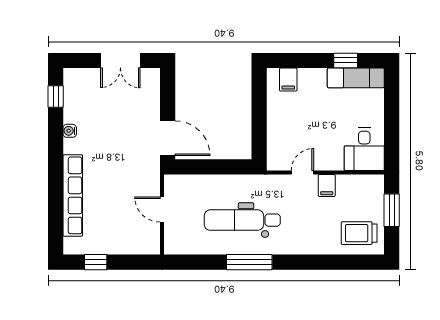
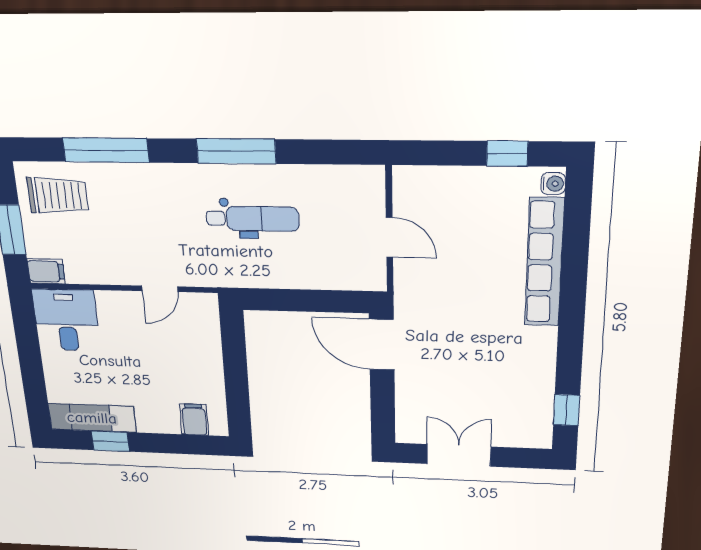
water cooler: (70, 131) -> (553, 184), moved
filing cabinet: (327, 185) -> (46, 271), moved, turned 90
dental chair: (242, 220) -> (253, 219), width x0.73, depth x0.72
window: (326, 262) -> (106, 150), added

